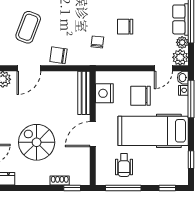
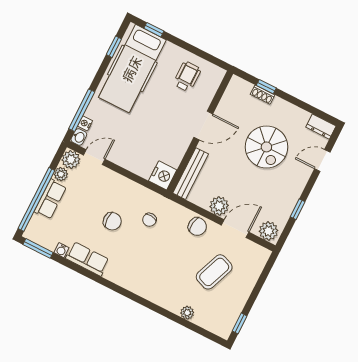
plant: (50, 79) -> (219, 206), added
nightstand: (104, 93) -> (163, 175), moved
chair: (141, 96) -> (133, 140), removed
hospital bed: (153, 131) -> (132, 69), moved, turned 90
window: (72, 188) -> (266, 87), moved
window: (123, 188) -> (200, 53), removed

